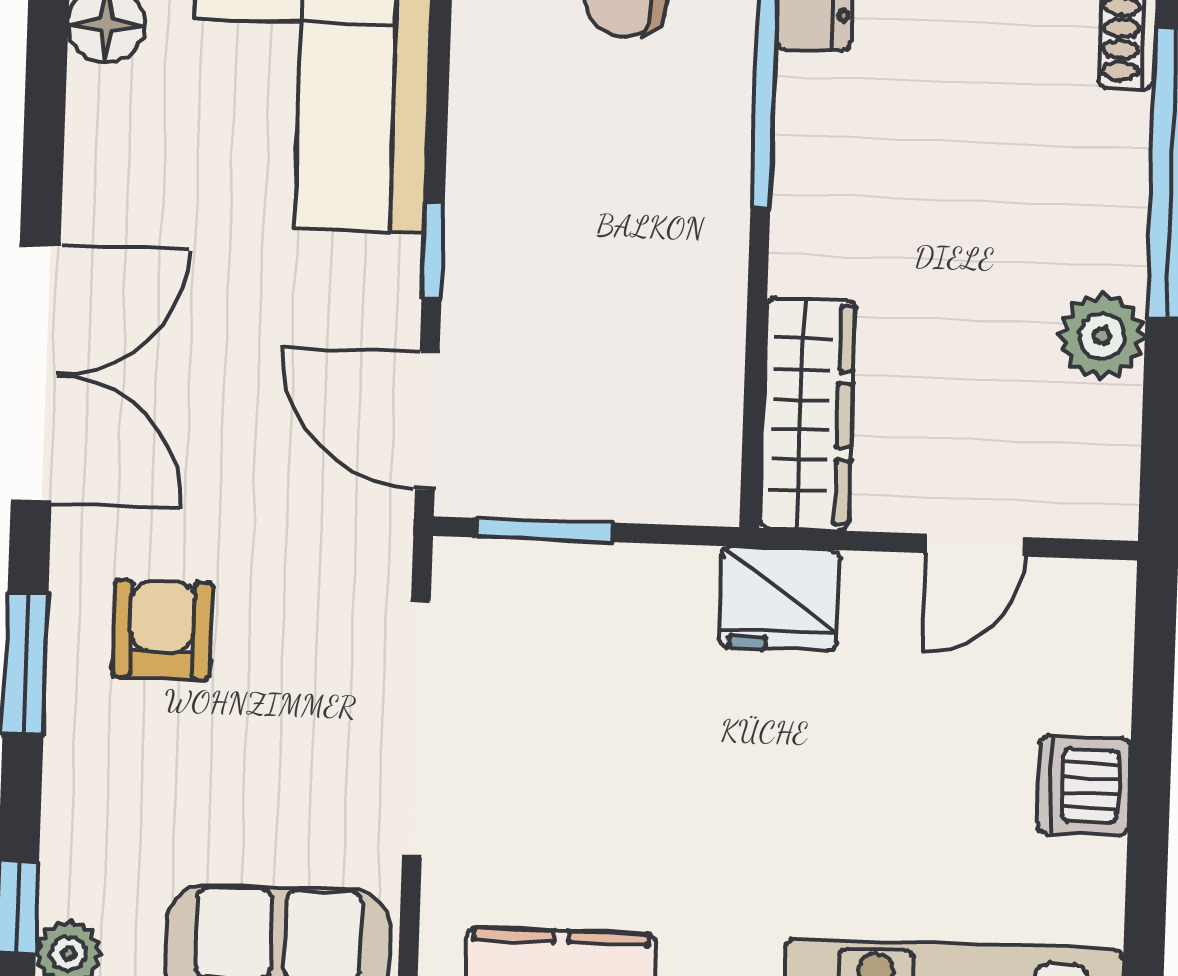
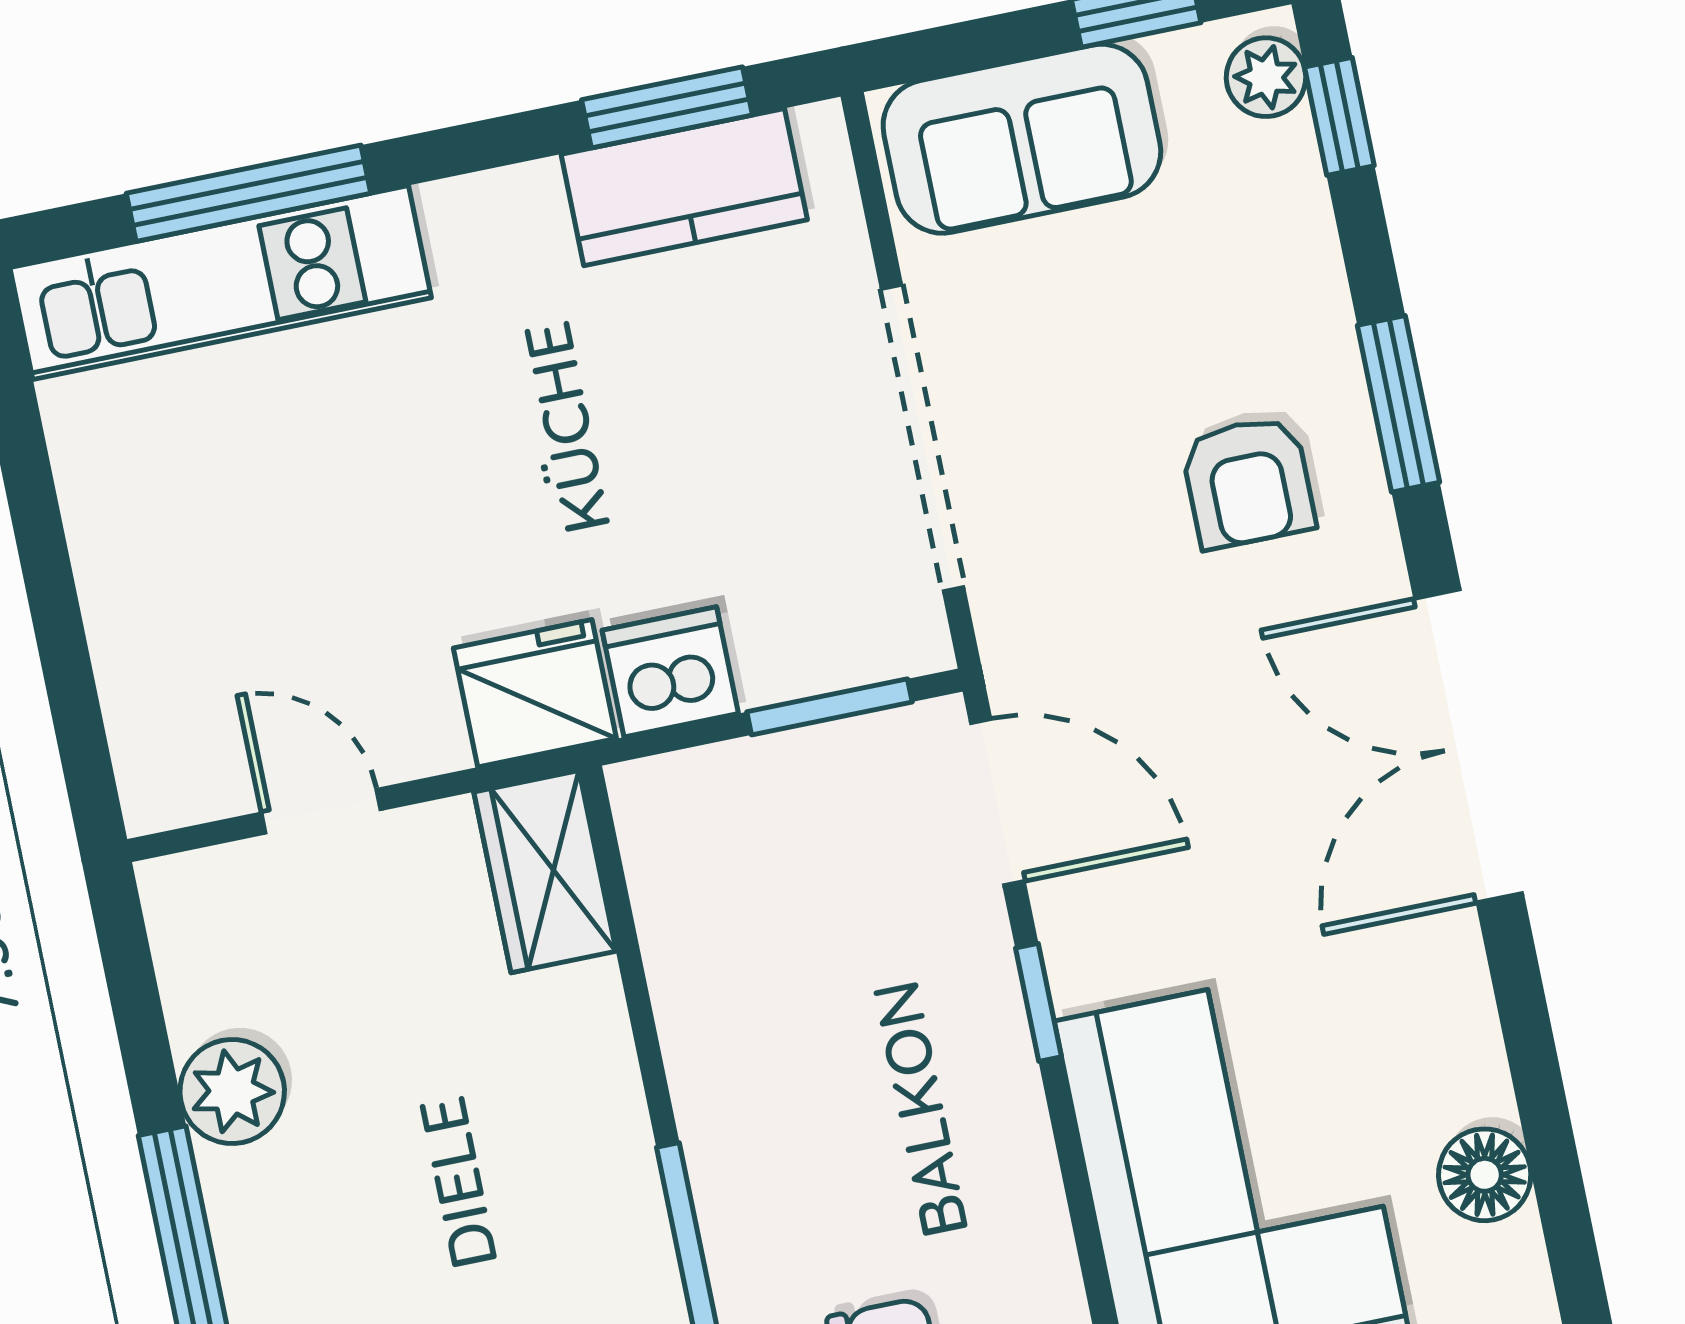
wardrobe: (807, 414) -> (545, 872), width x0.67
door: (975, 545) -> (321, 811), hinge flipped
dishwasher: (1084, 785) -> (670, 672), moved, turned -90

